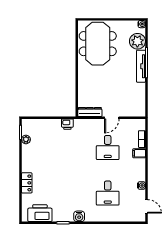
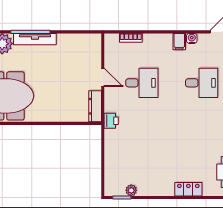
printer: (67, 124) -> (111, 121), moved
filing cabinet: (139, 153) -> (179, 42), moved

